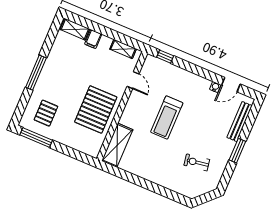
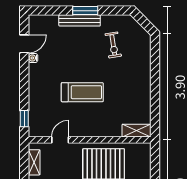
door: (231, 85) -> (24, 44), hinge flipped
bench: (240, 122) -> (80, 20), moved
shelving: (117, 145) -> (136, 131), width x0.67, depth x0.75

